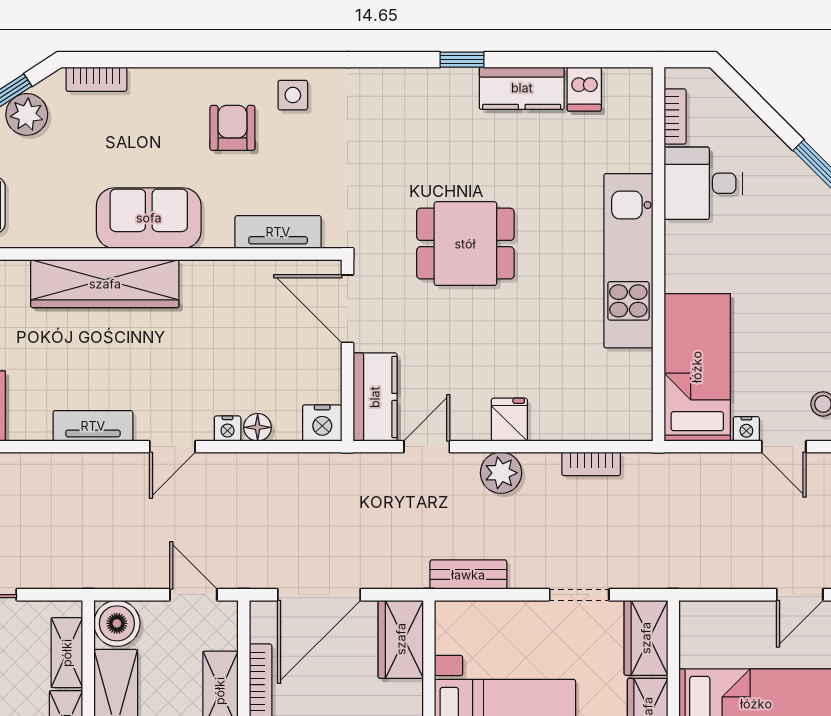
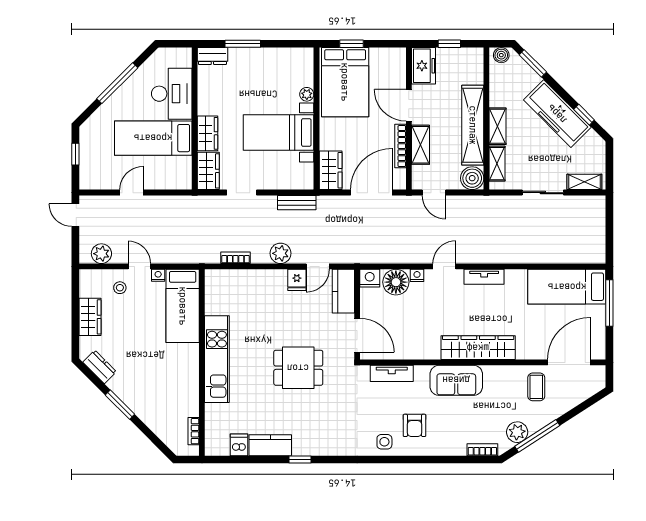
desk: (703, 183) -> (180, 398), removed
fridge: (509, 420) -> (297, 280), moved
floor lamp: (258, 427) -> (396, 282), width x1.89, depth x1.89

